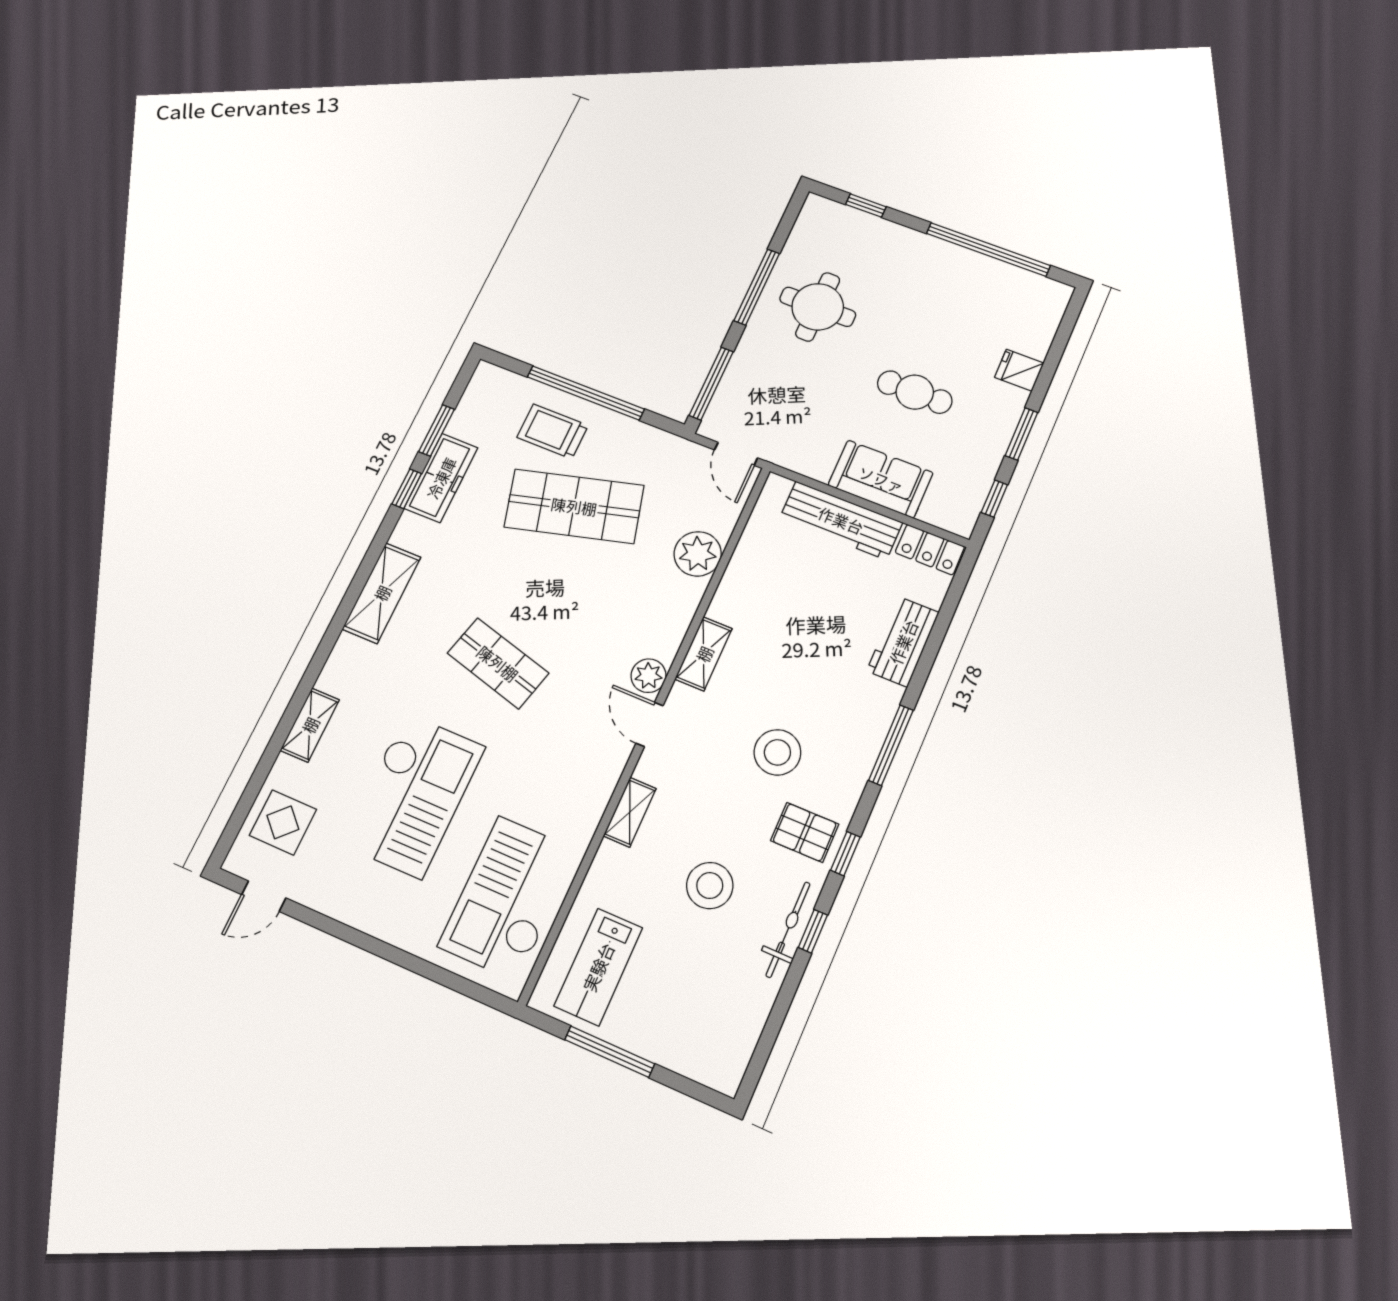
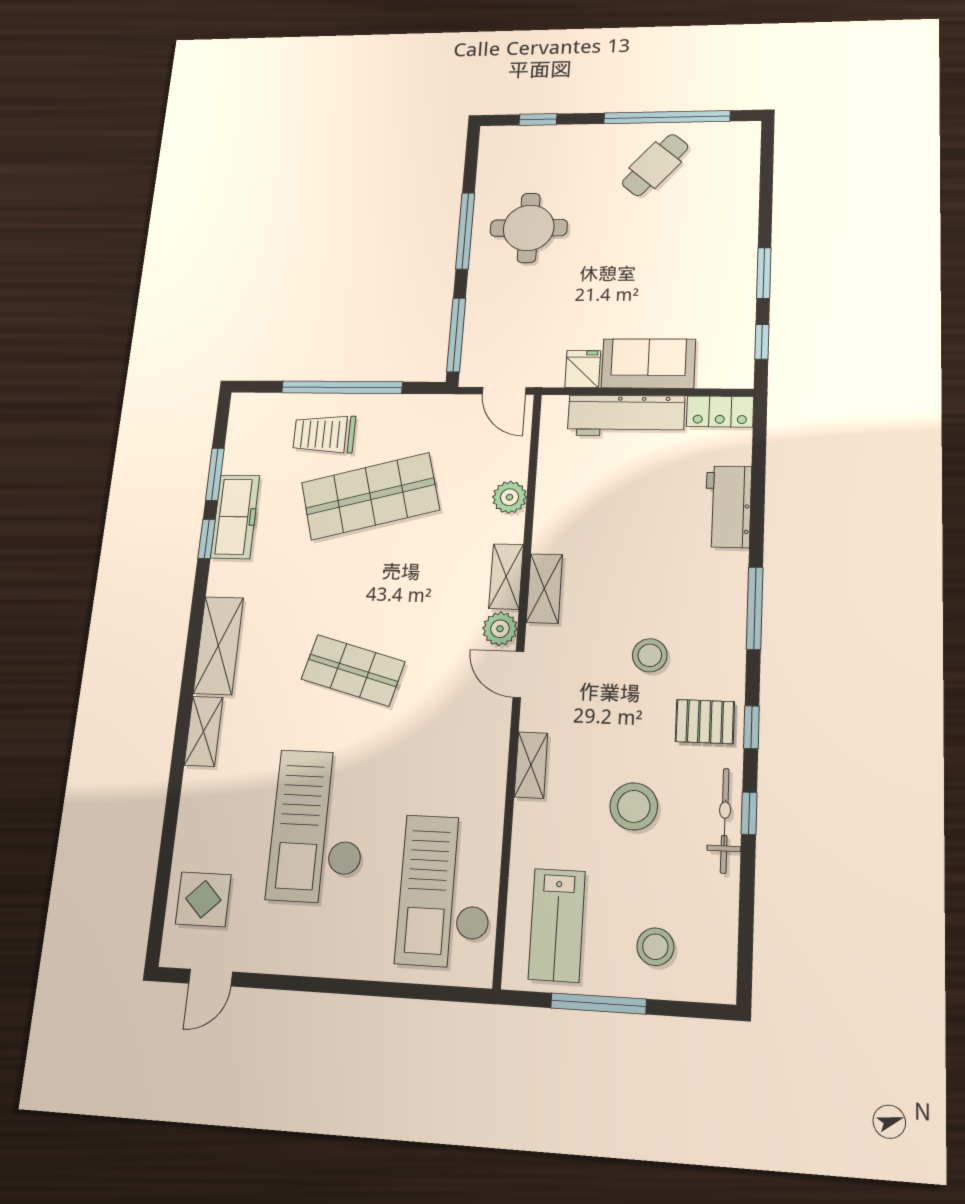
fridge: (1019, 370) -> (583, 369), moved, turned 90
cafe table: (915, 392) -> (655, 165), moved, turned -49
plant: (698, 554) -> (509, 497), width x0.73, depth x0.73
shelving: (672, 629) -> (506, 576), added
shelving: (310, 725) -> (203, 731), moved
stool: (777, 752) -> (650, 655), width x0.73, depth x0.73
checkout: (413, 795) -> (318, 826), turned 180
stool: (681, 1020) -> (655, 947), added

